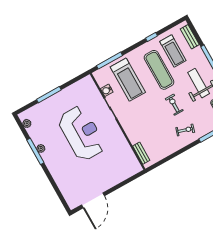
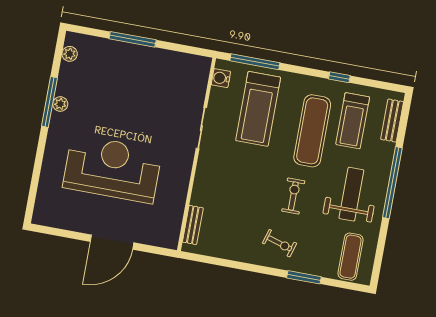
water cooler: (107, 90) -> (221, 78), moved
reception desk: (82, 133) -> (112, 169), moved, turned -90
door: (93, 200) -> (112, 242), moved

